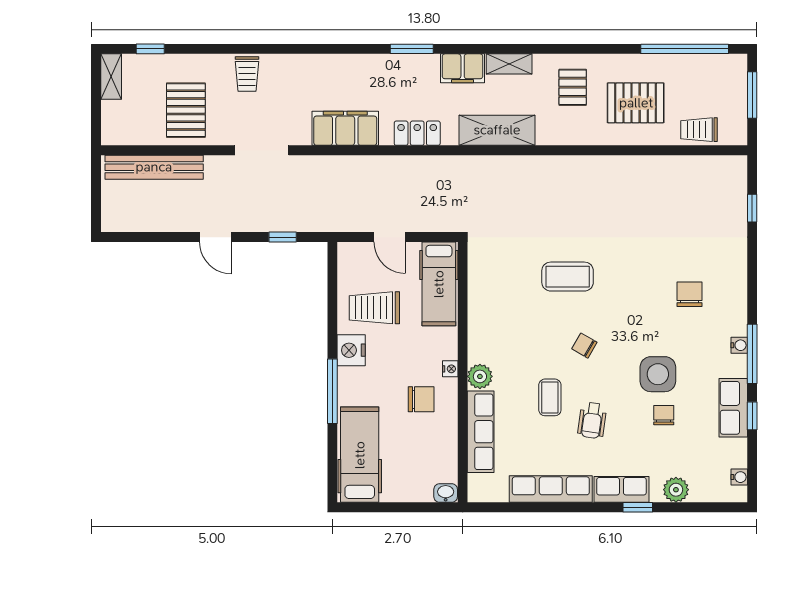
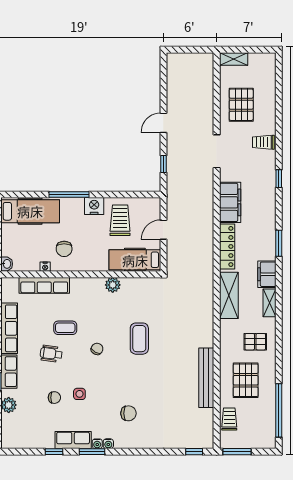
window: (150, 49) -> (279, 179), moved
shelving: (111, 77) -> (234, 59), moved
window: (752, 95) -> (237, 452), moved
pallet: (186, 110) -> (241, 105), turned 90
locker: (417, 133) -> (227, 246), width x1.53
bench: (154, 167) -> (206, 378), moved
window: (752, 208) -> (194, 452), moved
window: (752, 354) -> (92, 452), width x0.69
nightstand: (450, 369) -> (45, 267), moved
side table: (658, 374) -> (79, 394), width x0.54, depth x0.54
plant: (480, 376) -> (113, 285), moved
row of seats: (733, 408) -> (73, 440), moved
water cooler: (739, 477) -> (108, 444), moved

